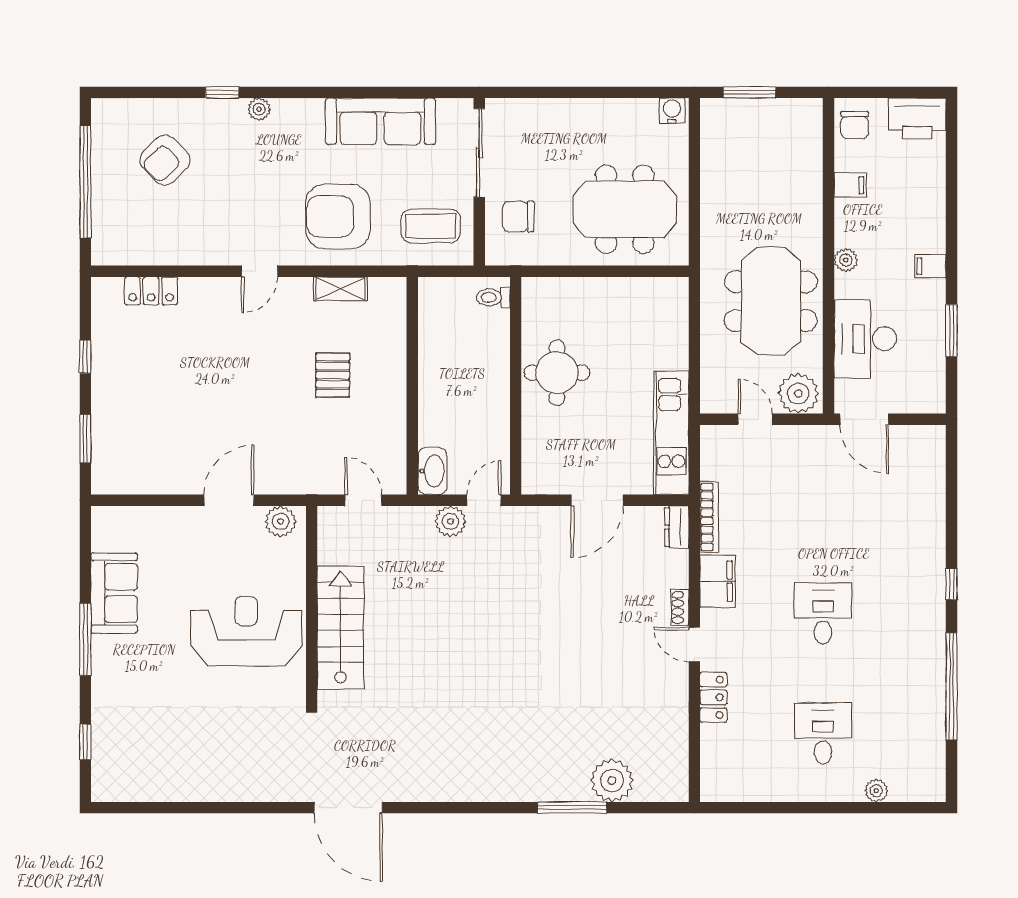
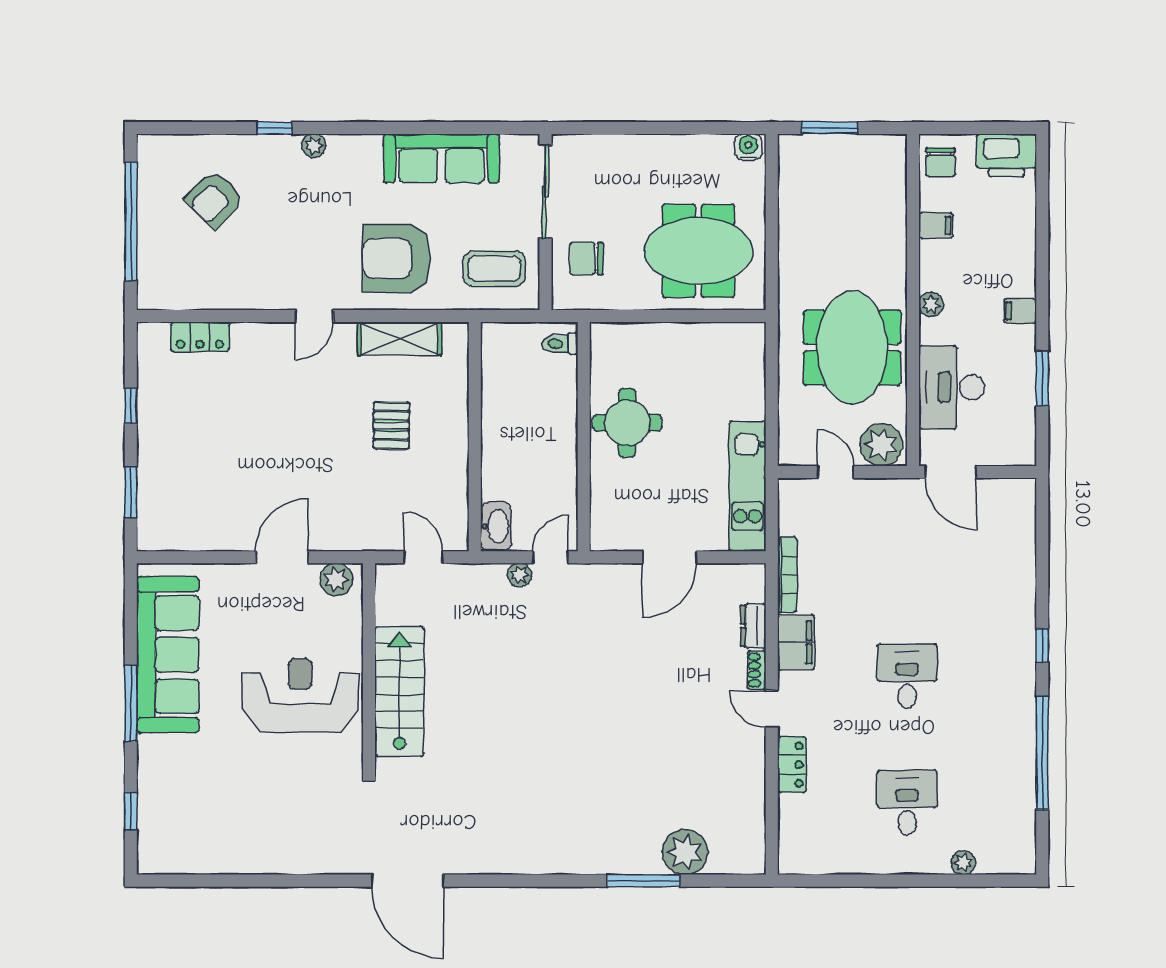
shelving: (341, 289) -> (399, 339), width x1.50, depth x1.33
plant: (450, 521) -> (519, 575), width x0.73, depth x0.73
dresser: (677, 527) -> (753, 626), moved
sofa: (114, 593) -> (168, 655), width x1.85, depth x1.27

